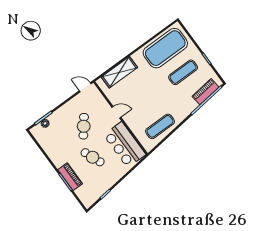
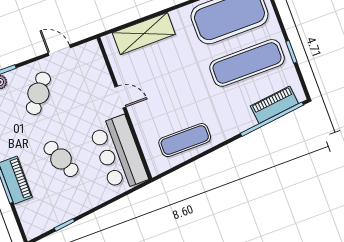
exercise mat: (183, 72) -> (247, 63), width x1.36, depth x1.45
door: (85, 87) -> (59, 50), moved
cafe table: (84, 126) -> (38, 93), moved

